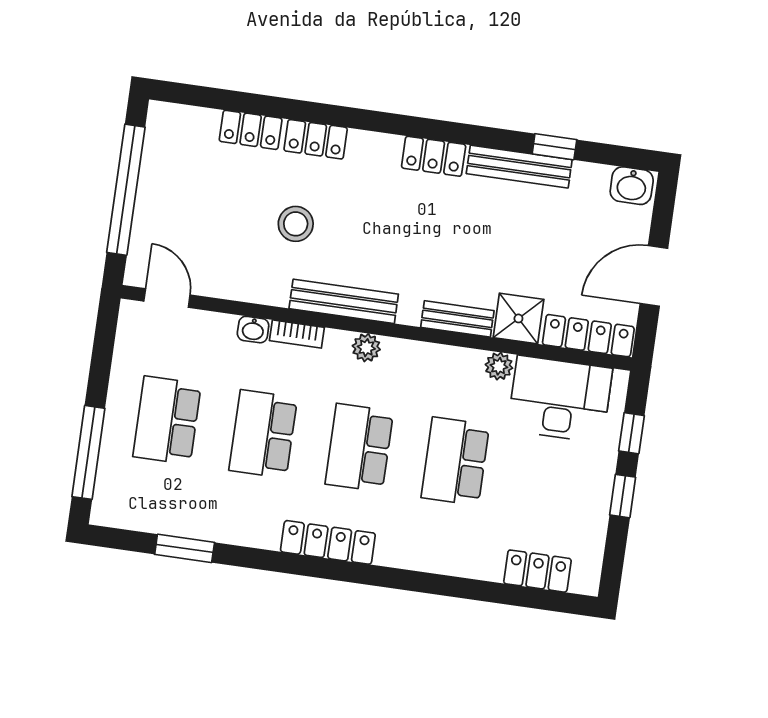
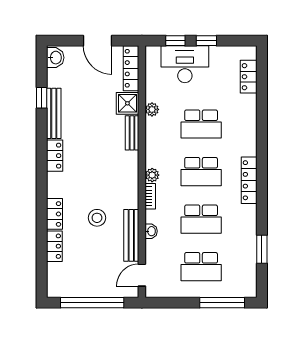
bench: (344, 301) -> (131, 235), moved
bookcase: (297, 334) -> (150, 196), moved
desk: (560, 399) -> (185, 64), moved, turned 90

